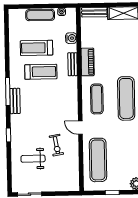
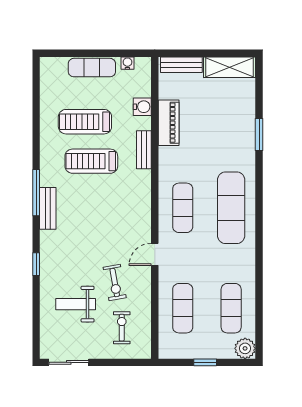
piano: (88, 62) -> (169, 123), moved
treadmill: (41, 72) -> (91, 161), turned 180
door: (80, 128) -> (155, 254), hinge flipped
exercise mat: (127, 159) -> (231, 308), added
exercise mat: (98, 160) -> (183, 308), width x0.73, depth x0.69
exercise bike: (61, 172) -> (122, 328), added

